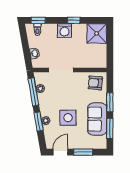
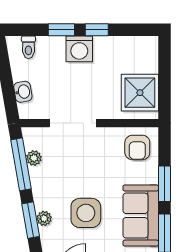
window: (38, 20) -> (61, 30), moved
shower: (97, 33) -> (140, 93), moved
armchair: (95, 83) -> (137, 147), turned -95

